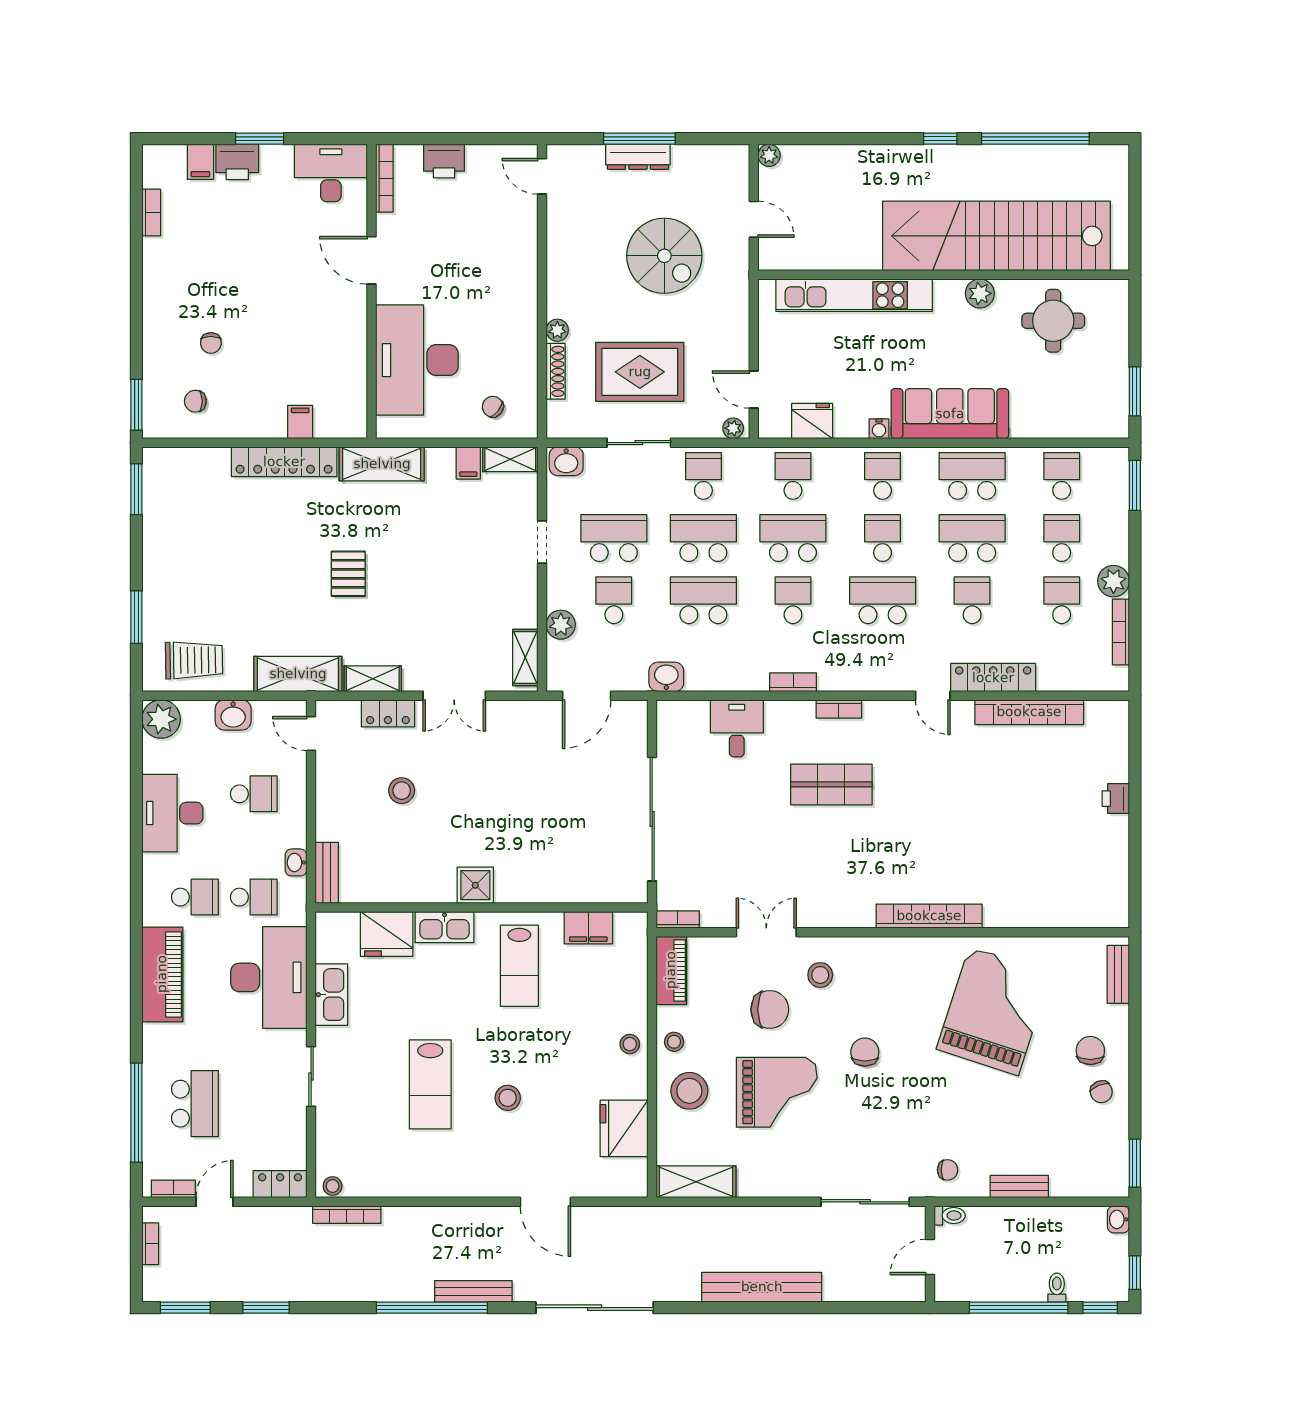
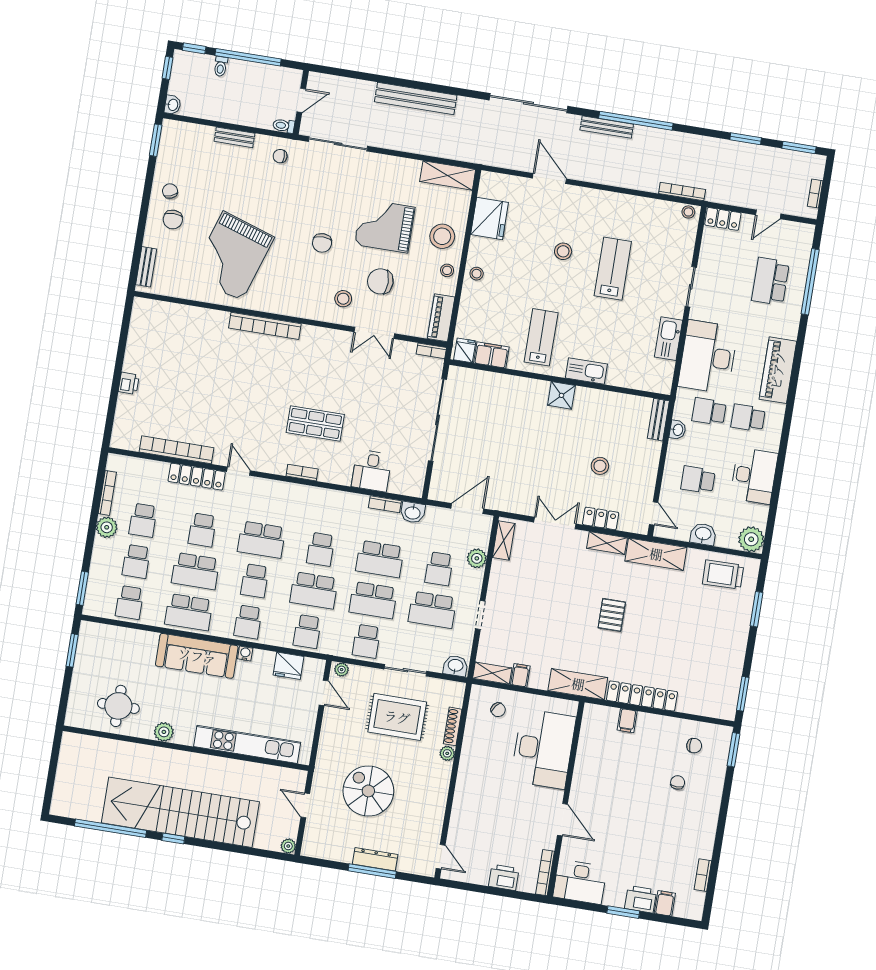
stairs: (996, 236) -> (180, 812), moved, turned 180
bookcase: (793, 682) -> (385, 504), moved
fridge: (387, 934) -> (465, 350), moved, width x0.53, depth x0.75
bookcase: (173, 1189) -> (794, 227), removed

